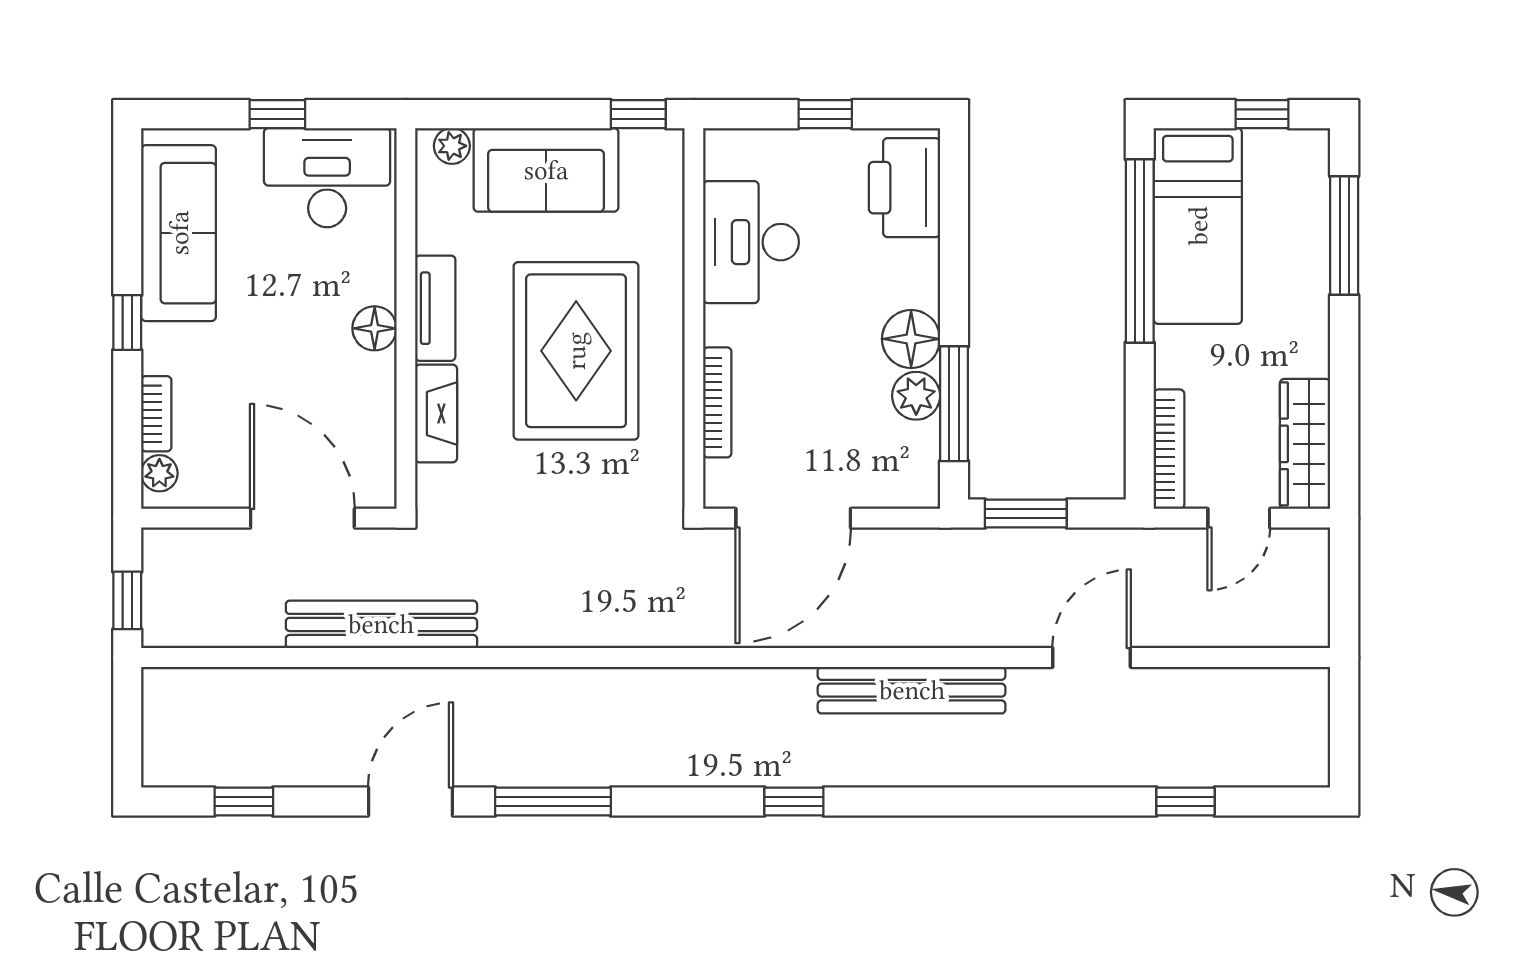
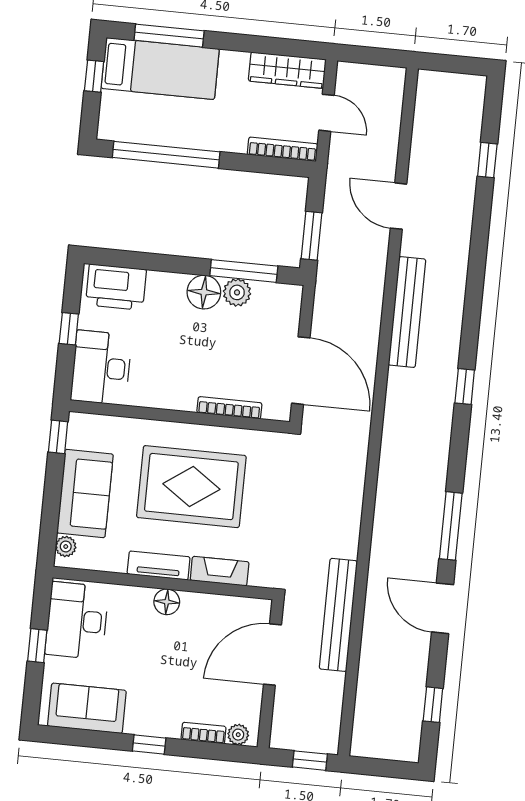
bed: (1198, 226) -> (160, 69), moved
sofa: (179, 233) -> (87, 708), width x0.73
desk: (751, 242) -> (101, 368), moved, turned 90

